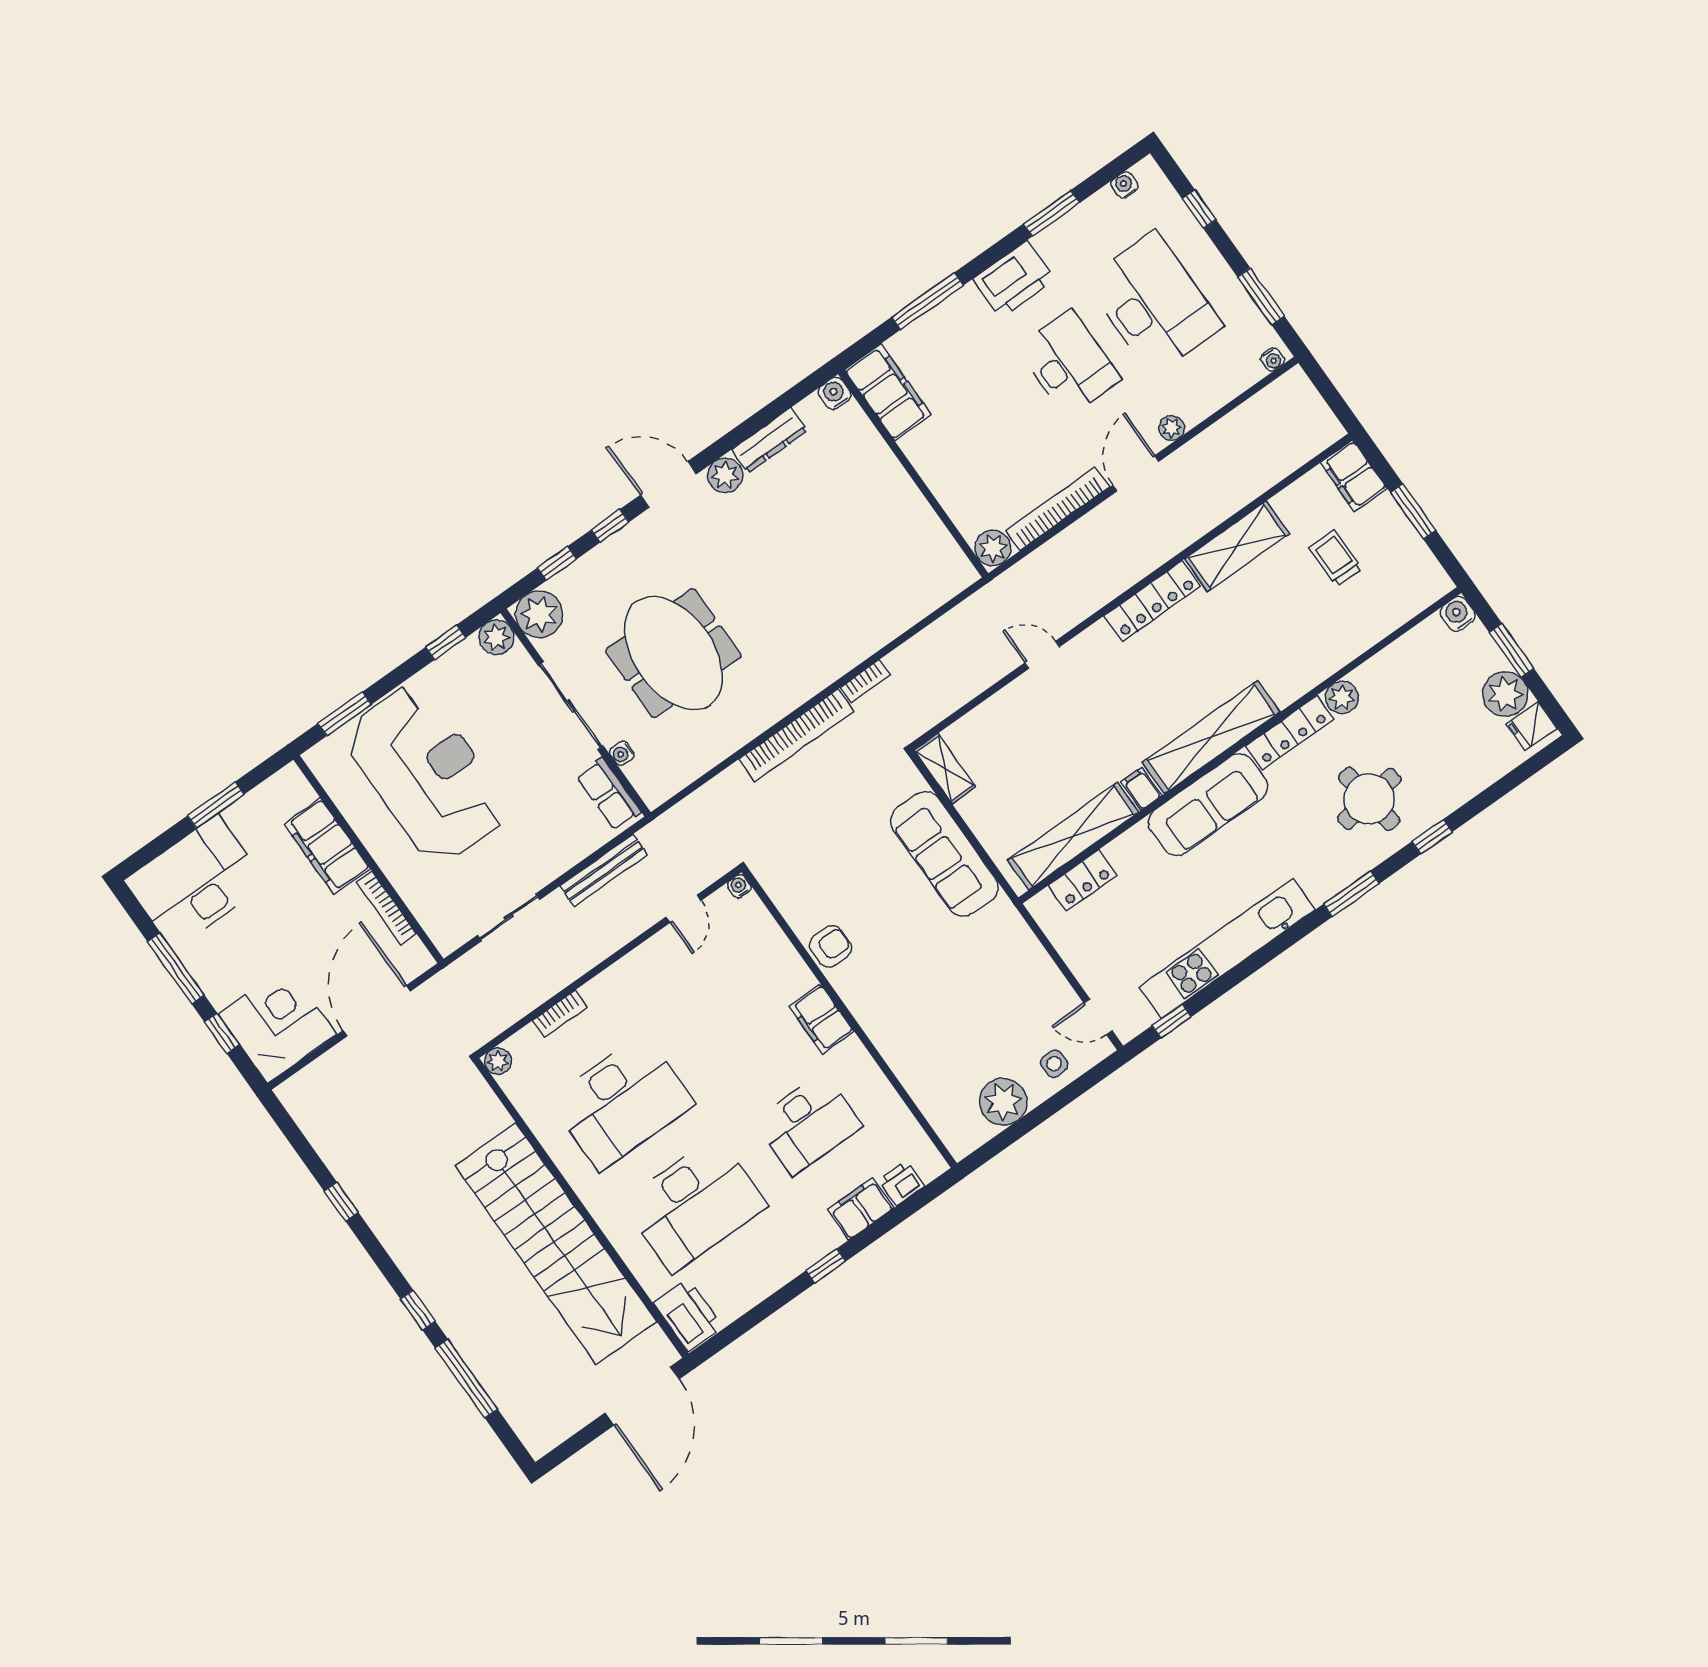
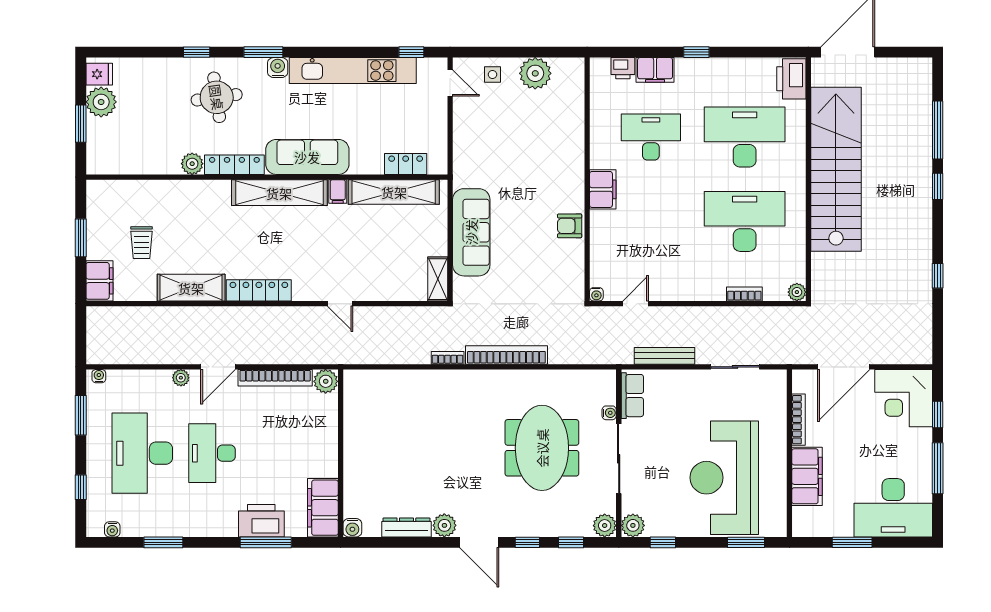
printer: (1014, 279) -> (261, 521), moved
plant: (539, 614) -> (605, 526), width x0.73, depth x0.73
water cooler: (1458, 614) -> (278, 68), moved, turned 180

